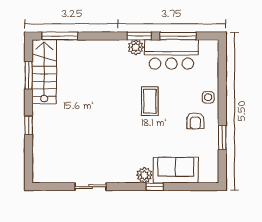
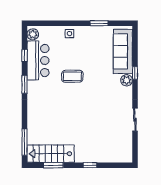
window: (178, 36) -> (25, 56), width x0.46
plant: (136, 47) -> (33, 34), moved
armchair: (195, 121) -> (87, 43), removed
sofa: (176, 170) -> (123, 51), width x1.36

